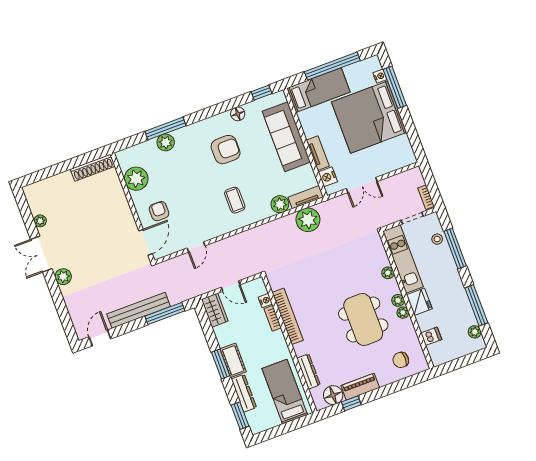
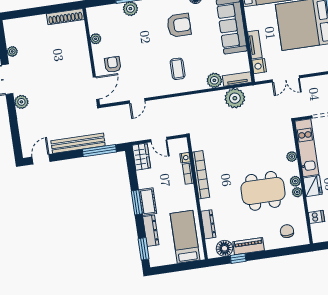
plant: (136, 179) -> (96, 39), width x0.53, depth x0.53
dining table: (363, 320) -> (263, 191), turned 90
chair: (401, 360) -> (287, 231), turned 90

